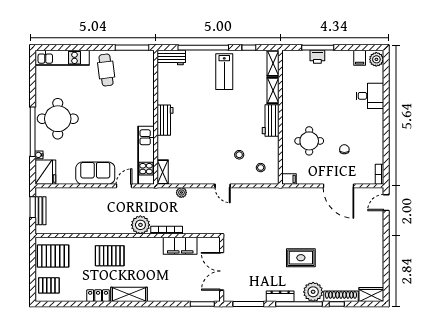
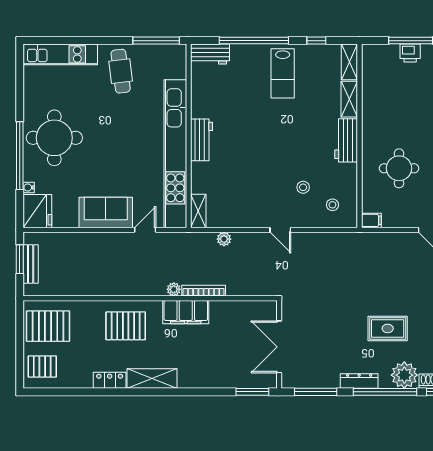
kitchen unit: (146, 155) -> (175, 154), width x1.86
plant: (140, 225) -> (174, 289), width x0.53, depth x0.53
filing cabinet: (180, 246) -> (186, 312), moved

